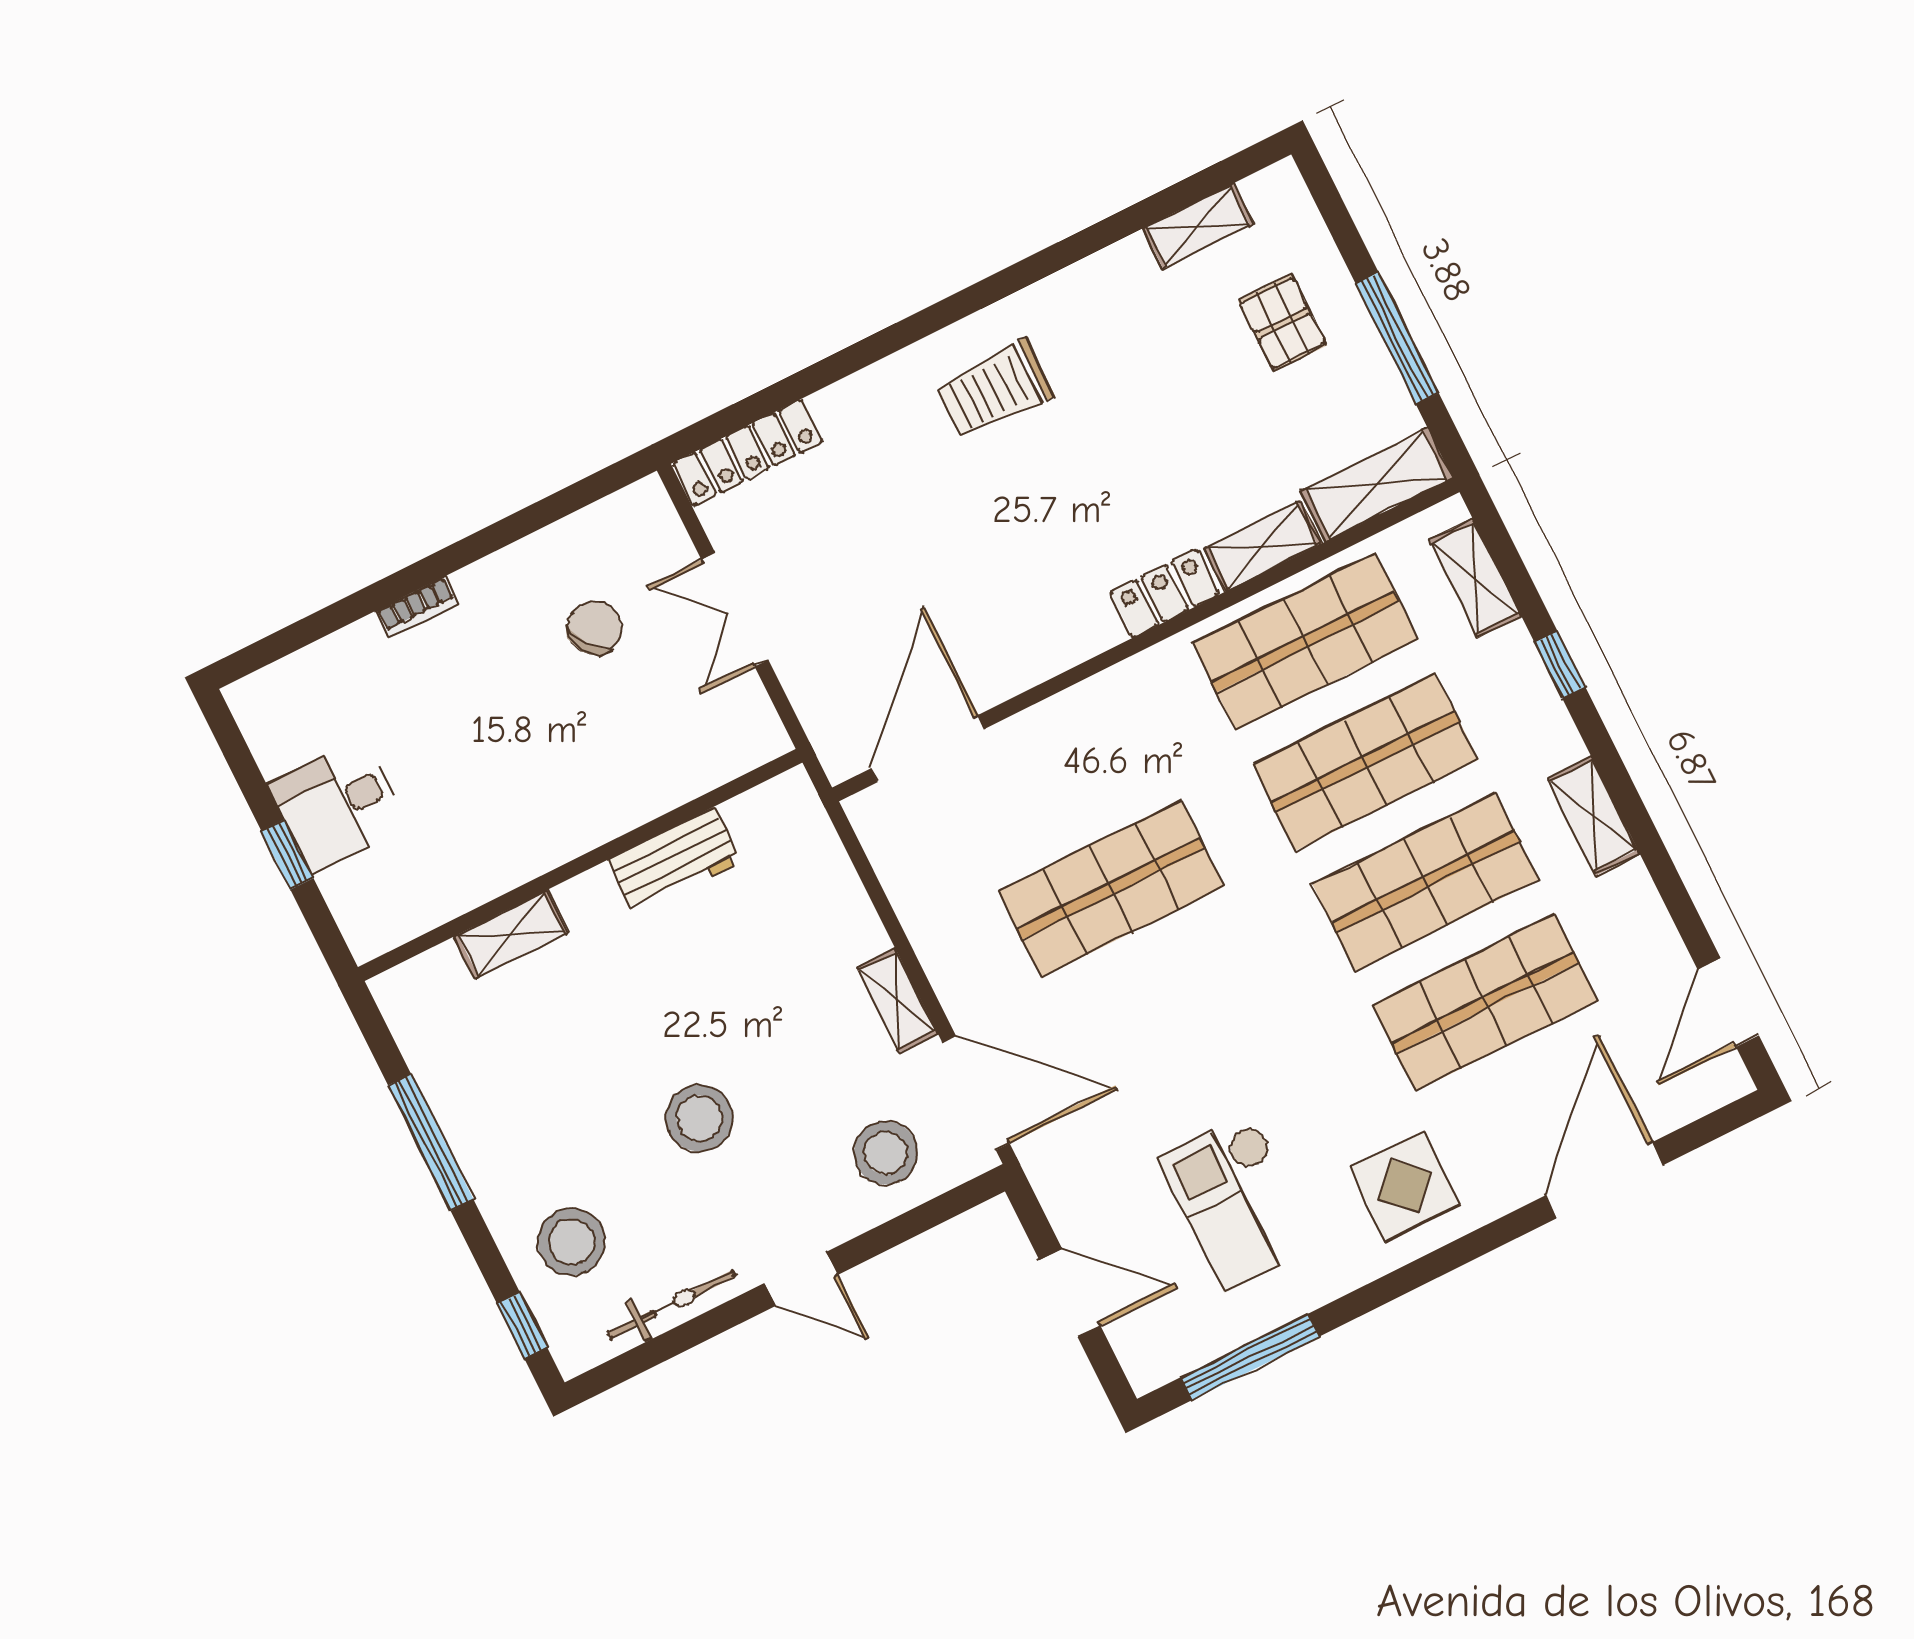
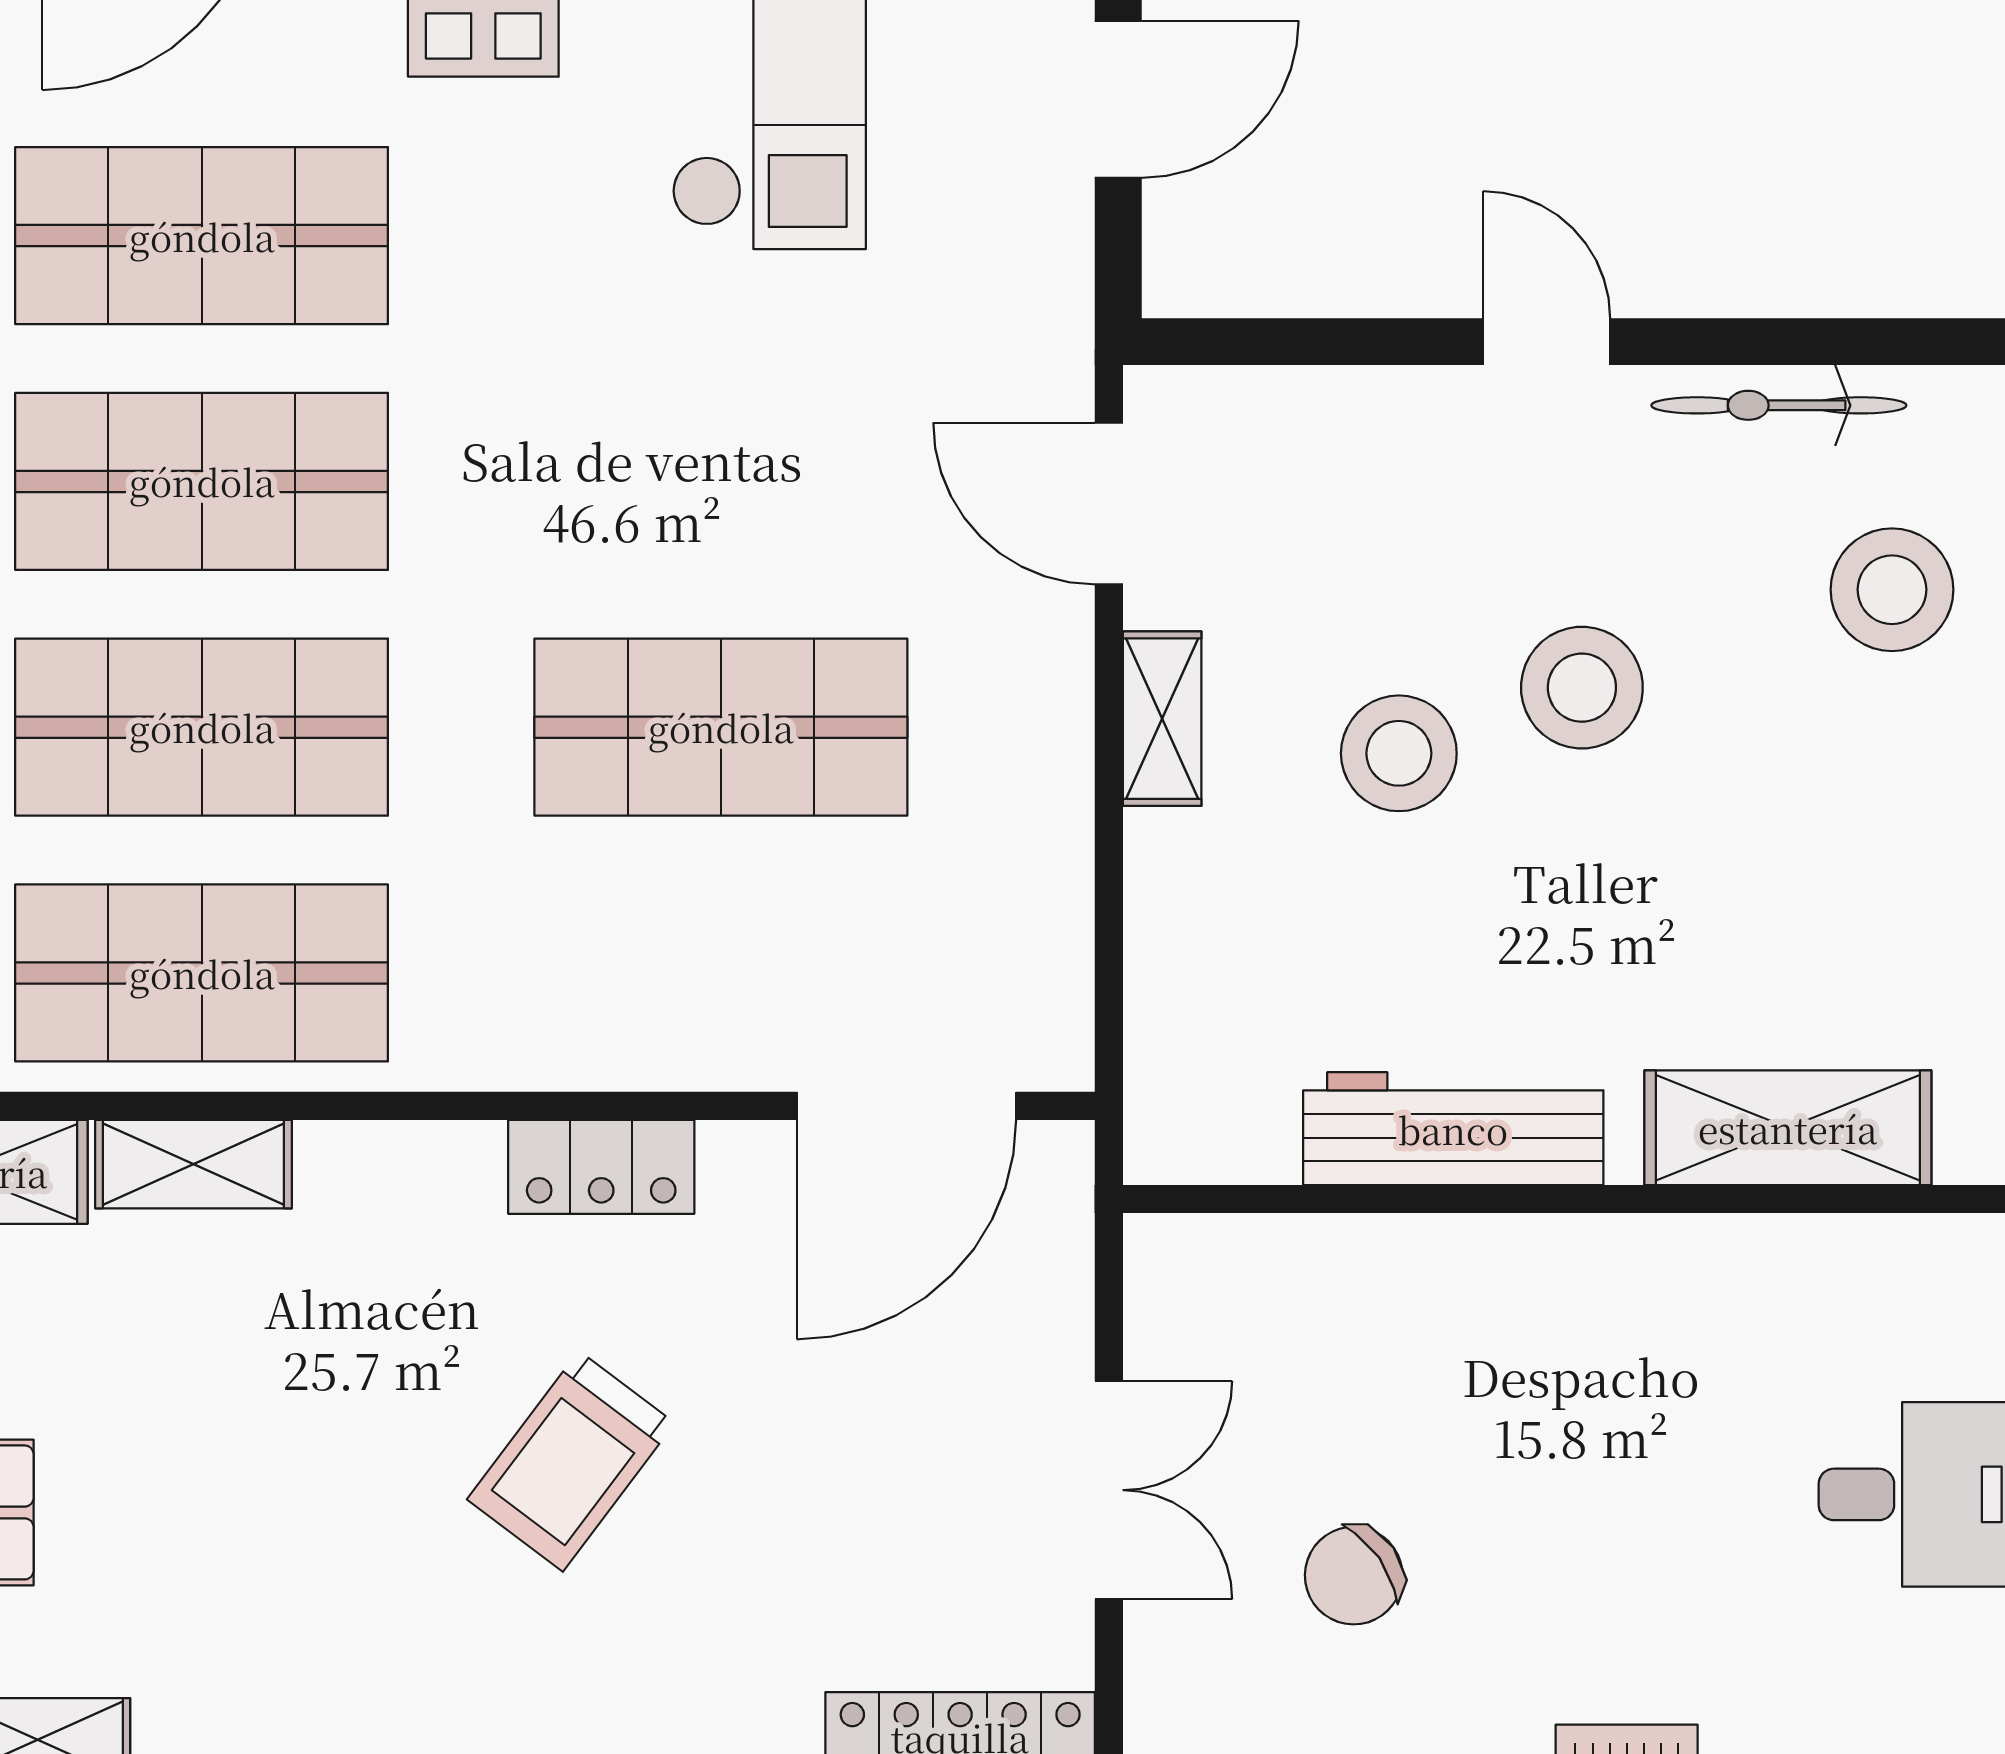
trolley: (995, 389) -> (571, 1461), moved, turned 127
locker: (1165, 593) -> (601, 1167), moved
workbench: (675, 861) -> (1453, 1129), width x1.38
shelving: (511, 934) -> (1788, 1128), width x1.50, depth x1.33
door: (976, 1093) -> (1109, 503), width x0.73
stool: (886, 1153) -> (1399, 753), moved
door: (1070, 1293) -> (1118, 99), swing flipped

